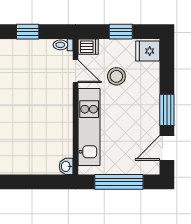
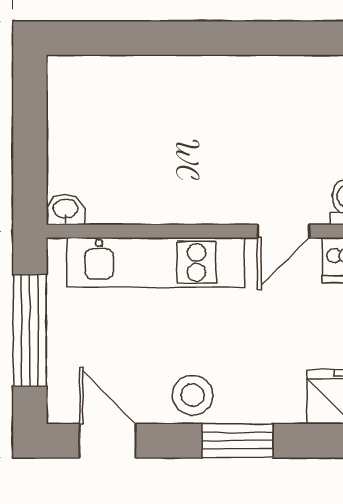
stool: (116, 76) -> (193, 395), moved
window: (167, 110) -> (237, 441), moved

